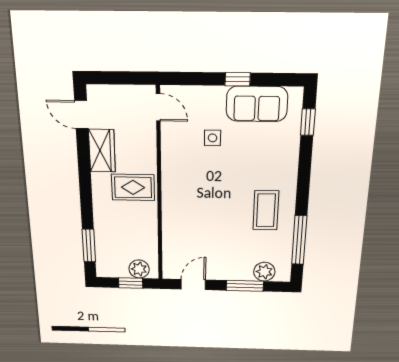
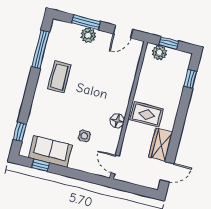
window: (238, 79) -> (41, 165), moved
door: (81, 115) -> (167, 172), hinge flipped
floor lamp: (171, 170) -> (117, 121), added
window: (89, 246) -> (190, 79), width x0.67
plant: (264, 272) -> (88, 35), moved

